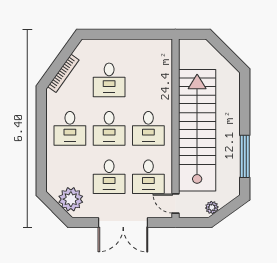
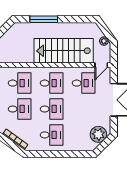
stairs: (197, 130) -> (64, 51), width x0.73
window: (245, 156) -> (44, 19), moved
desk: (109, 177) -> (20, 83), moved

